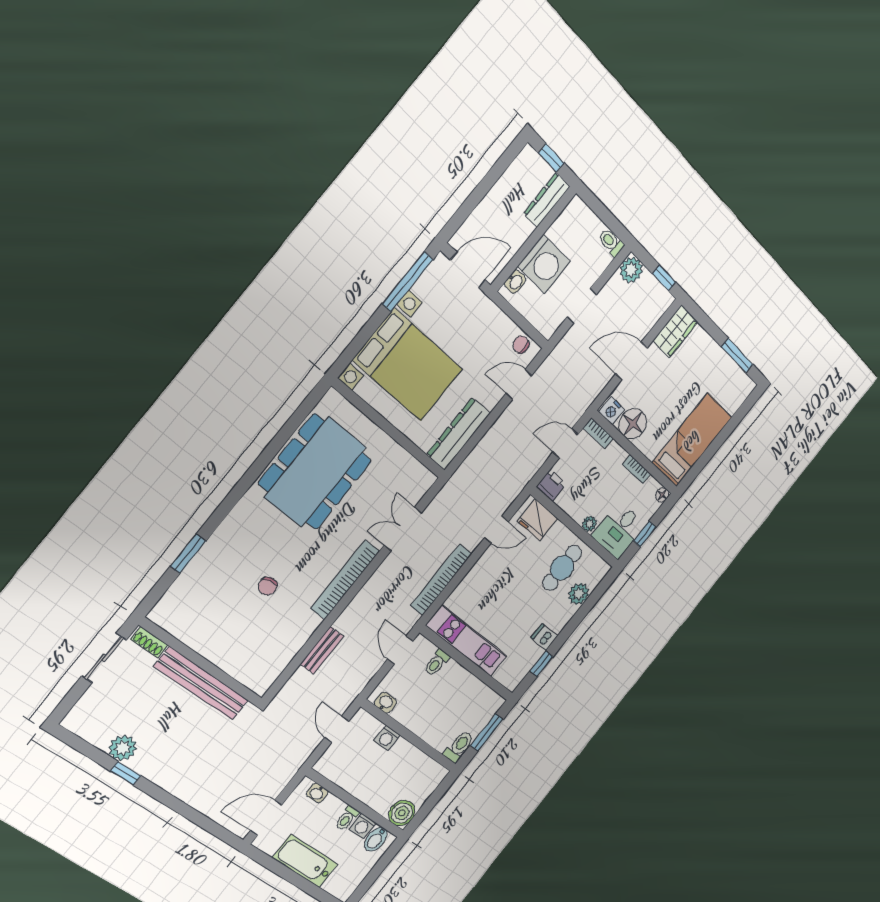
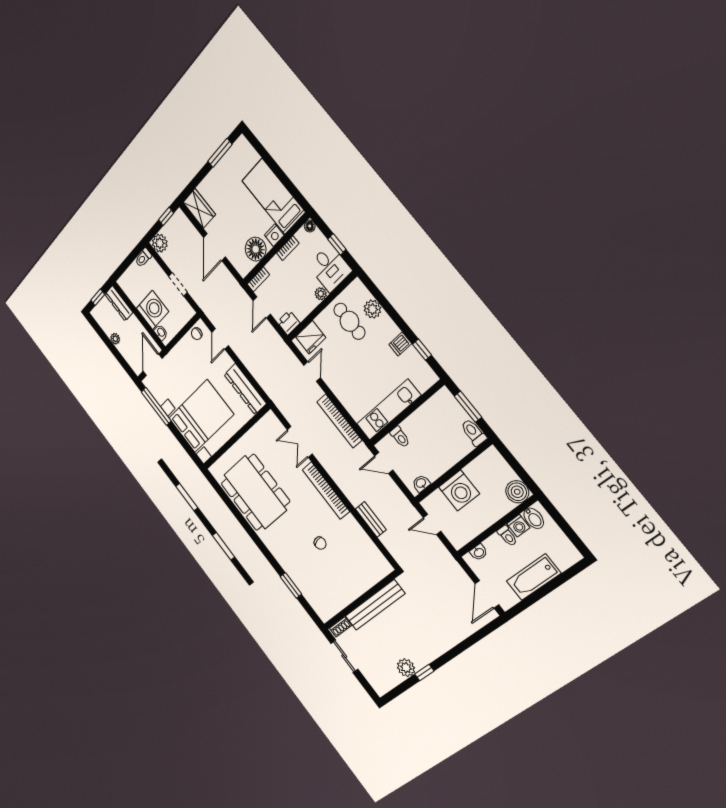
plant: (496, 195) -> (115, 339), added
nightstand: (612, 411) -> (274, 235), moved
washing machine: (387, 738) -> (459, 490), width x1.89, depth x1.89

